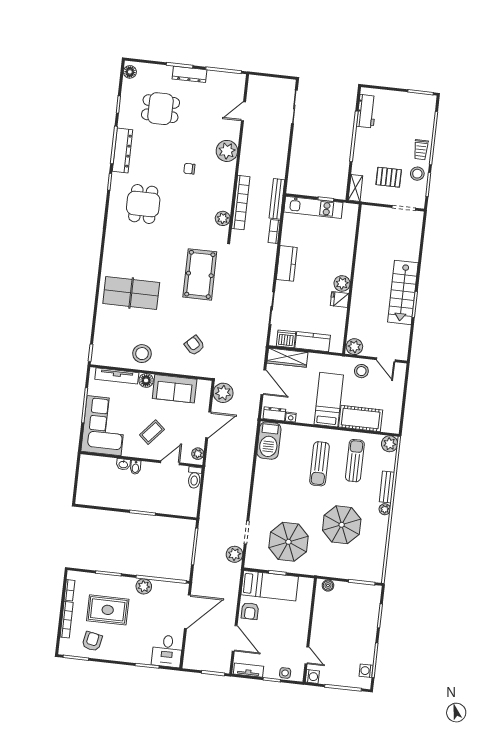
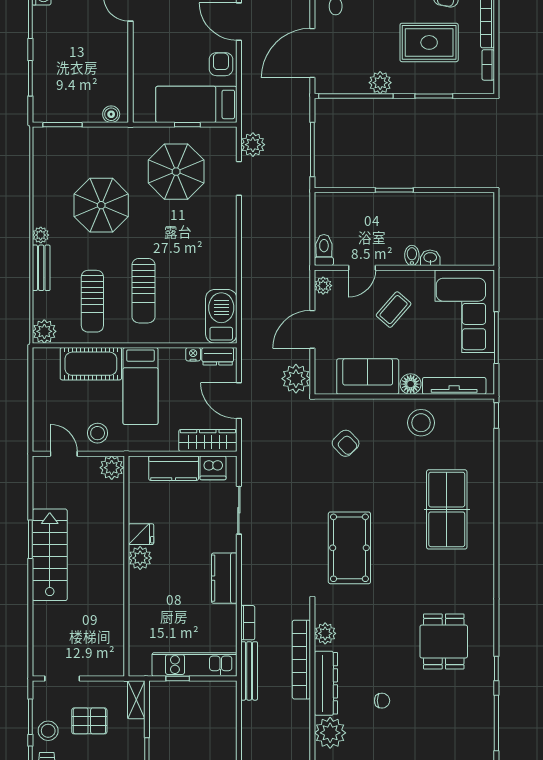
dresser: (122, 150) -> (326, 683), moved, turned 180
table tennis table: (131, 293) -> (447, 509), turned 90
sun lounger: (319, 464) -> (144, 291), turned 180

